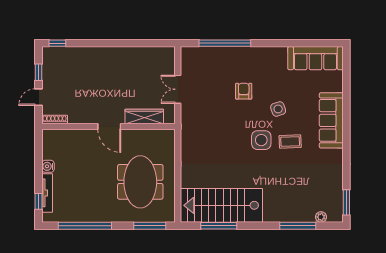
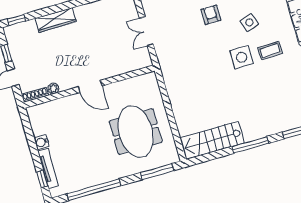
wardrobe: (144, 116) -> (56, 20), moved, turned 180
plant: (74, 118) -> (53, 88), added
stairs: (221, 205) -> (212, 140), width x0.73, depth x0.66
window: (219, 226) -> (250, 145), moved

